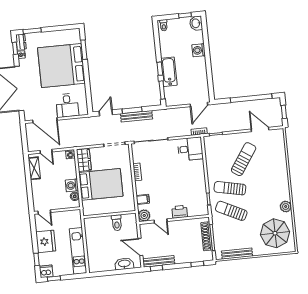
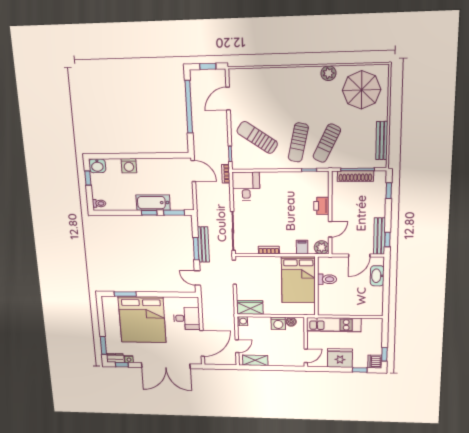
sun lounger: (244, 159) -> (257, 137), moved
bed: (101, 184) -> (298, 280), moved, turned 180
kitchen unit: (78, 251) -> (334, 325), moved

